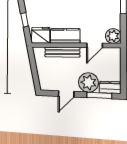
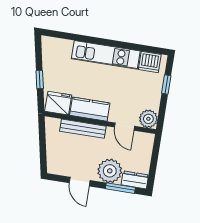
door: (95, 45) -> (124, 127), hinge flipped
door: (66, 94) -> (80, 182), hinge flipped

